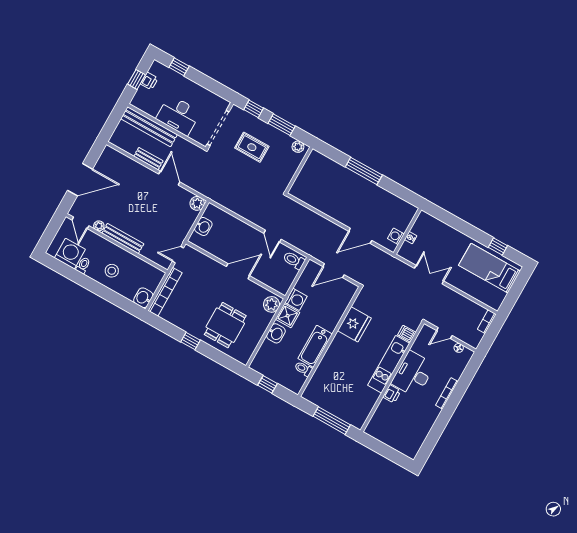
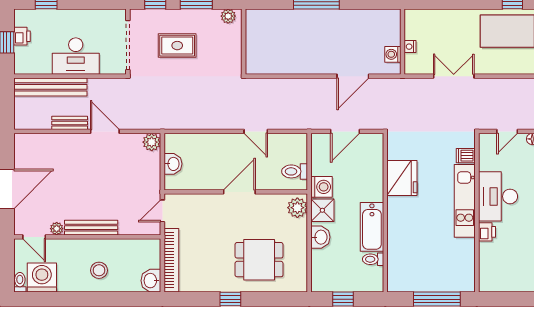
toilet: (294, 260) -> (295, 171), moved
toilet: (83, 265) -> (20, 282), moved
dining table: (225, 325) -> (259, 260), turned 90

